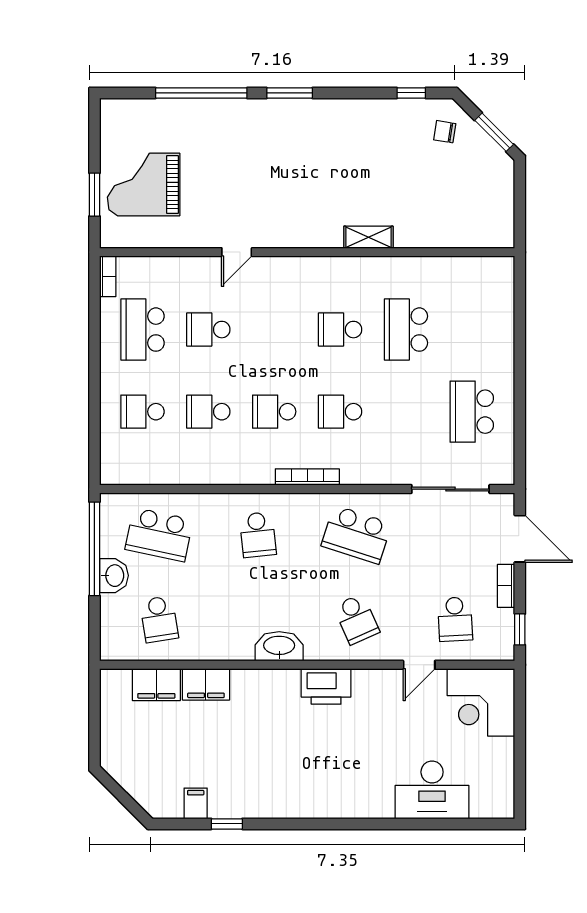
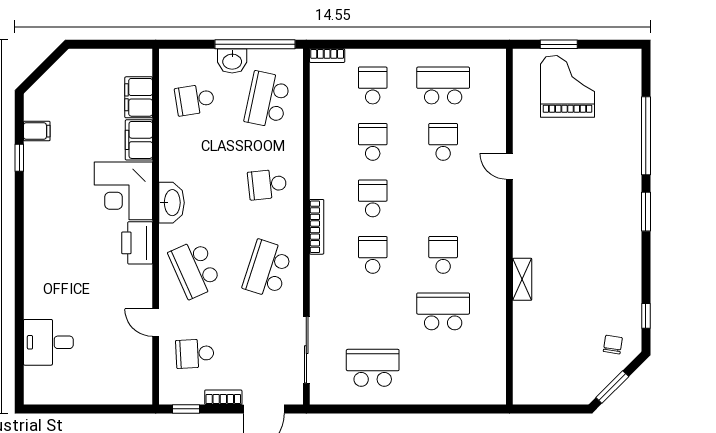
bookcase: (108, 276) -> (327, 56), moved
school desk: (356, 619) -> (195, 269), width x1.85
corner desk: (481, 702) -> (123, 191), moved, turned -90
desk: (432, 790) -> (48, 342), width x0.73

